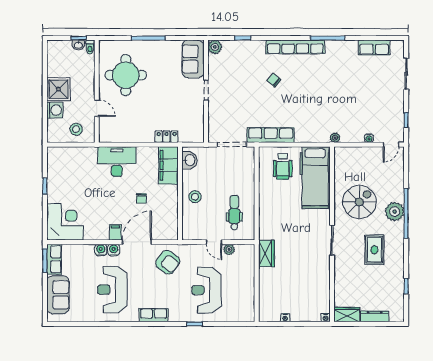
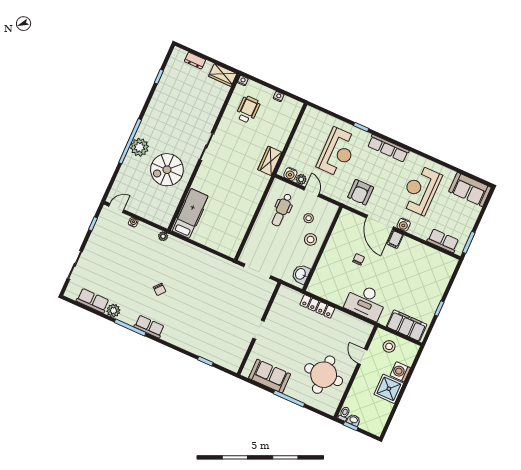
plant: (215, 47) -> (113, 311), moved
row of seats: (295, 47) -> (149, 327), width x0.50
sofa: (193, 59) -> (270, 376), moved, turned -90
chair: (274, 80) -> (160, 289), moved
row of seats: (271, 135) -> (219, 264), removed
locker: (167, 137) -> (317, 306), width x1.53
filing cabinet: (168, 165) -> (407, 326), moved, turned -90
wheelchair: (283, 166) -> (248, 109), moved
hospital bed: (315, 178) -> (190, 213), width x0.73, depth x0.78
stool: (206, 216) -> (309, 218), added
corner desk: (65, 222) -> (436, 269), removed
door: (137, 242) -> (380, 222), hinge flipped
water cooler: (101, 250) -> (290, 174), moved
rug: (374, 250) -> (173, 121), removed
row of seats: (54, 259) -> (443, 241), moved, turned 90
armchair: (168, 262) -> (361, 192), turned -127
reception desk: (112, 290) -> (421, 190), turned 180
sofa: (58, 295) -> (470, 189), moved, turned -90
row of seats: (153, 315) -> (388, 148), width x1.48
dresser: (375, 316) -> (195, 61), width x0.70

